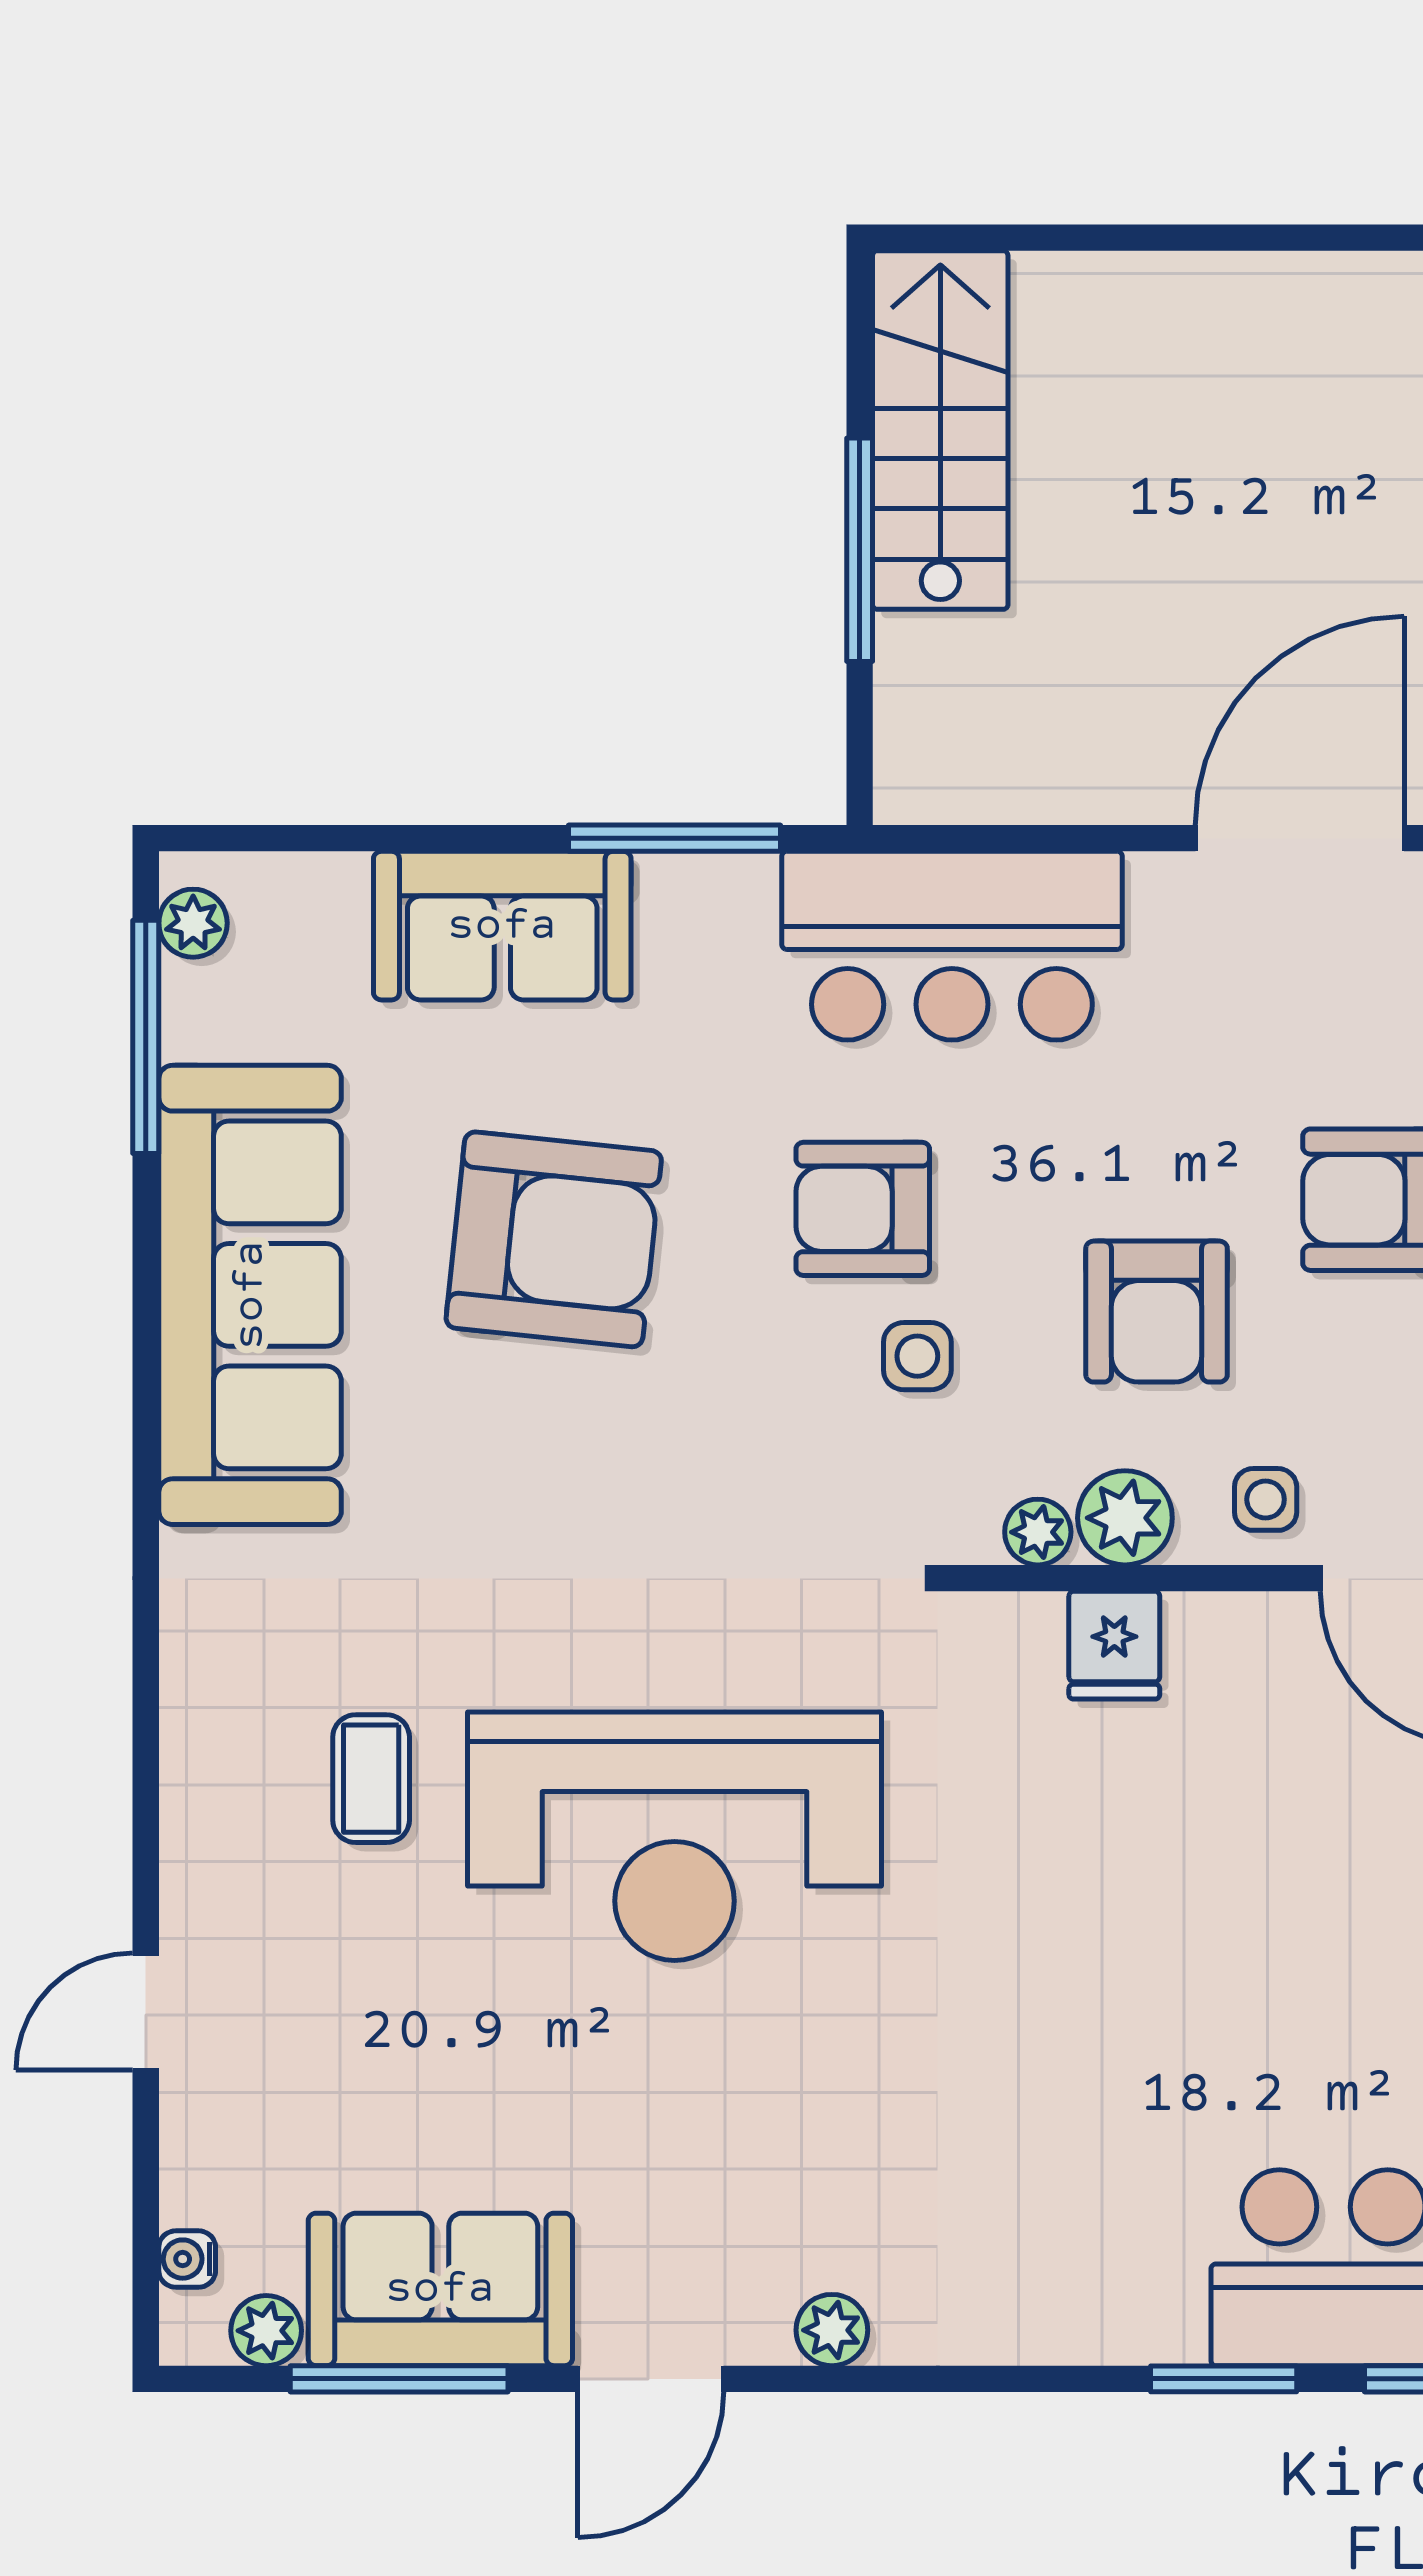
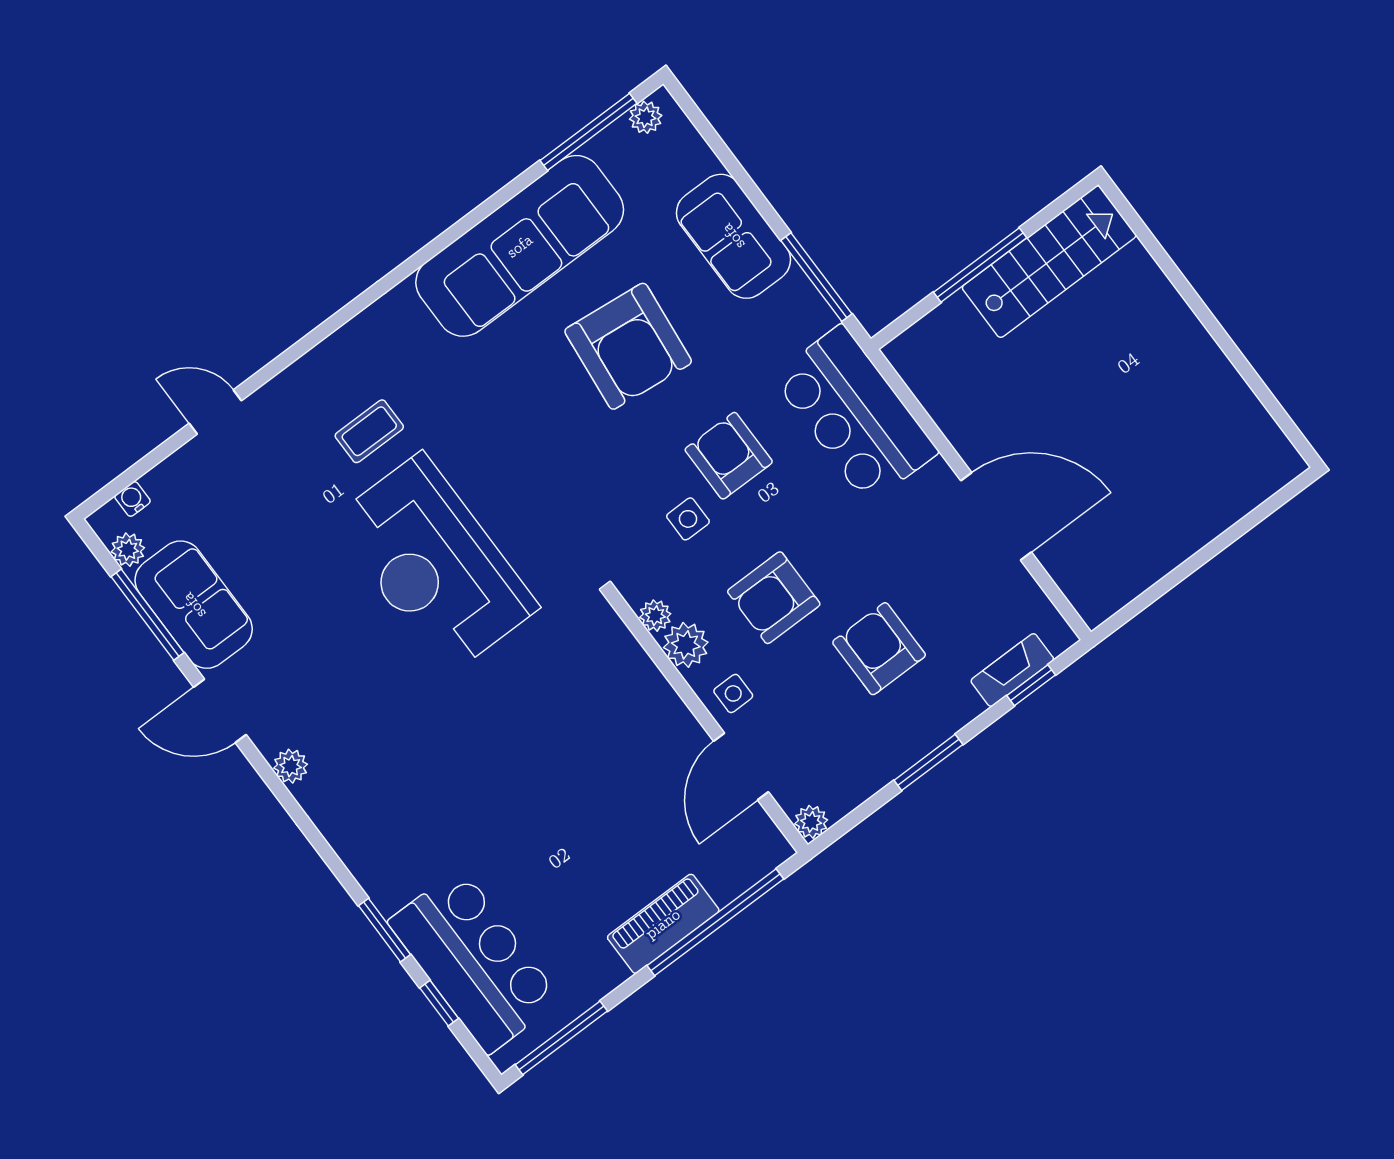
fridge: (1114, 1645) -> (634, 677), removed

